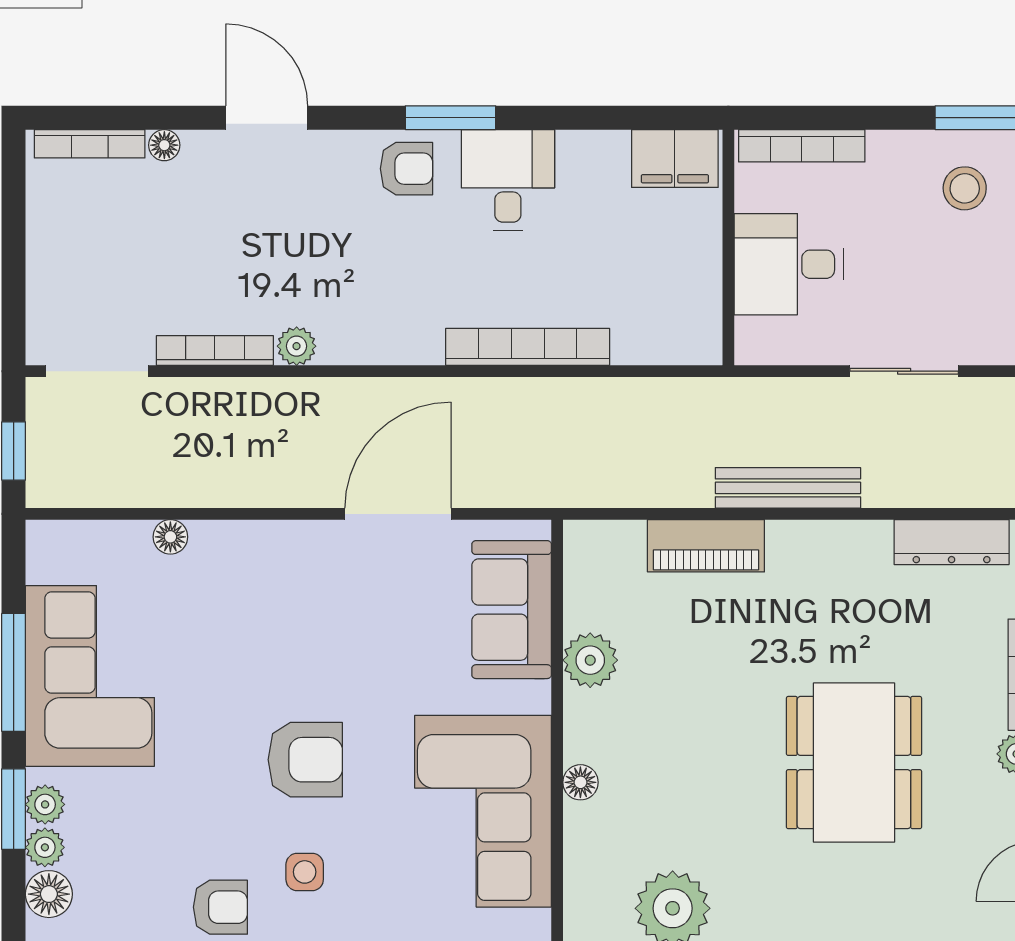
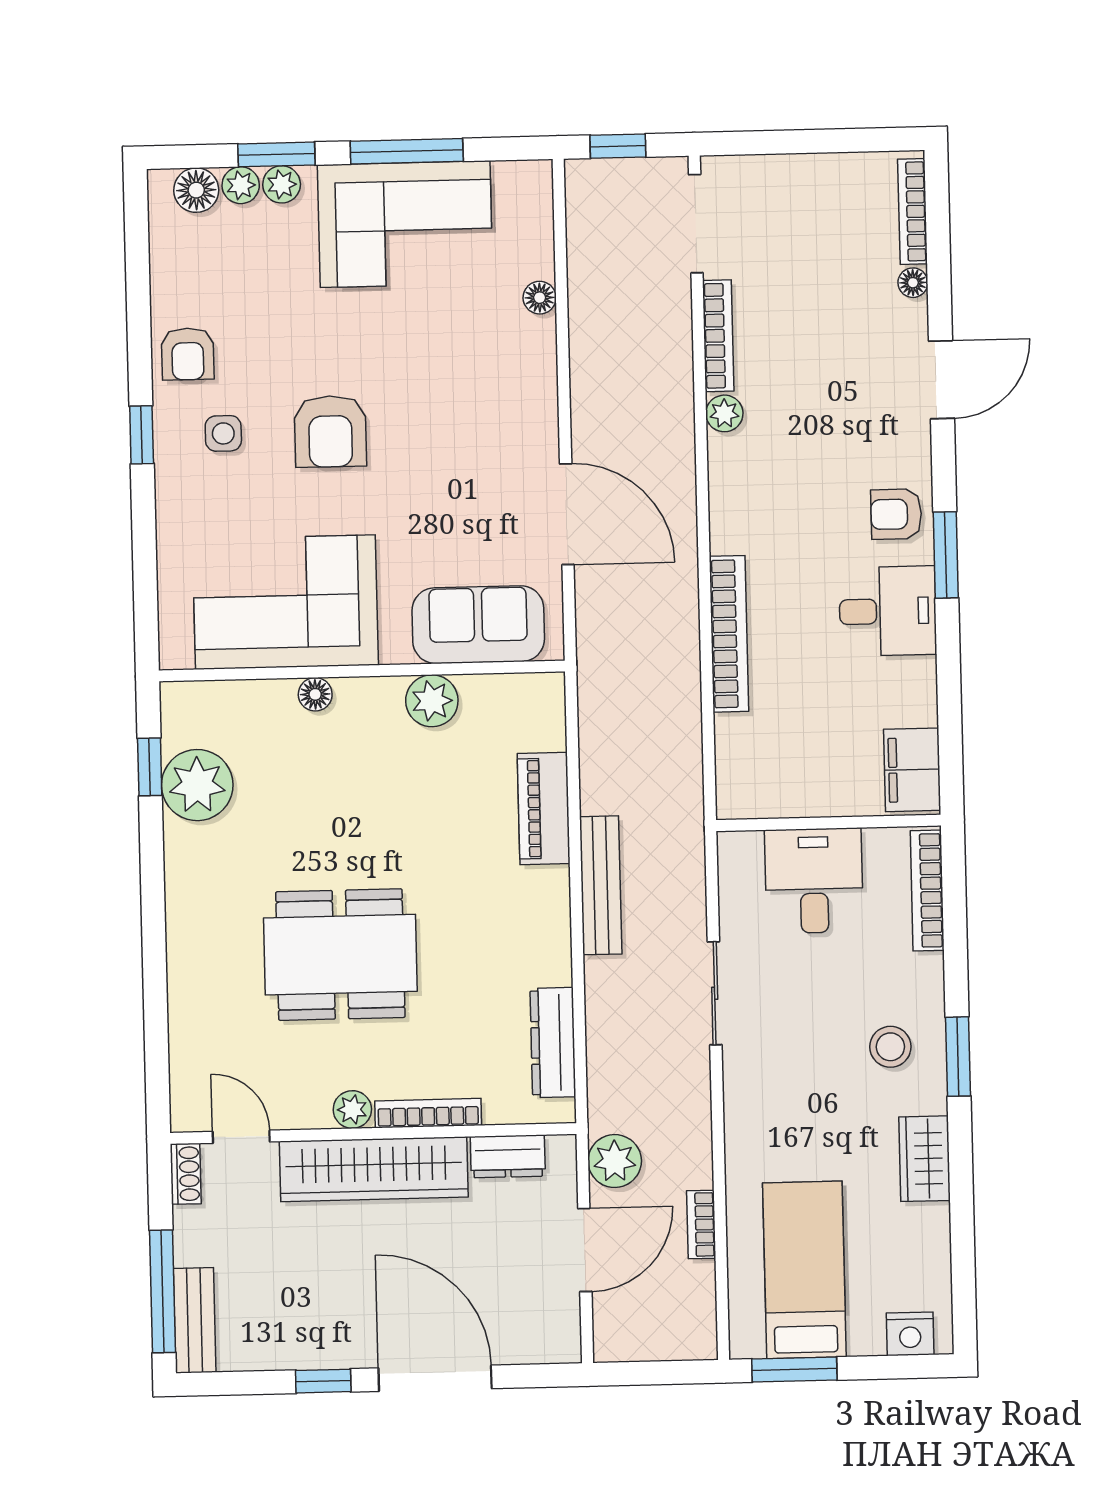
armchair: (406, 169) -> (896, 514), turned 90

